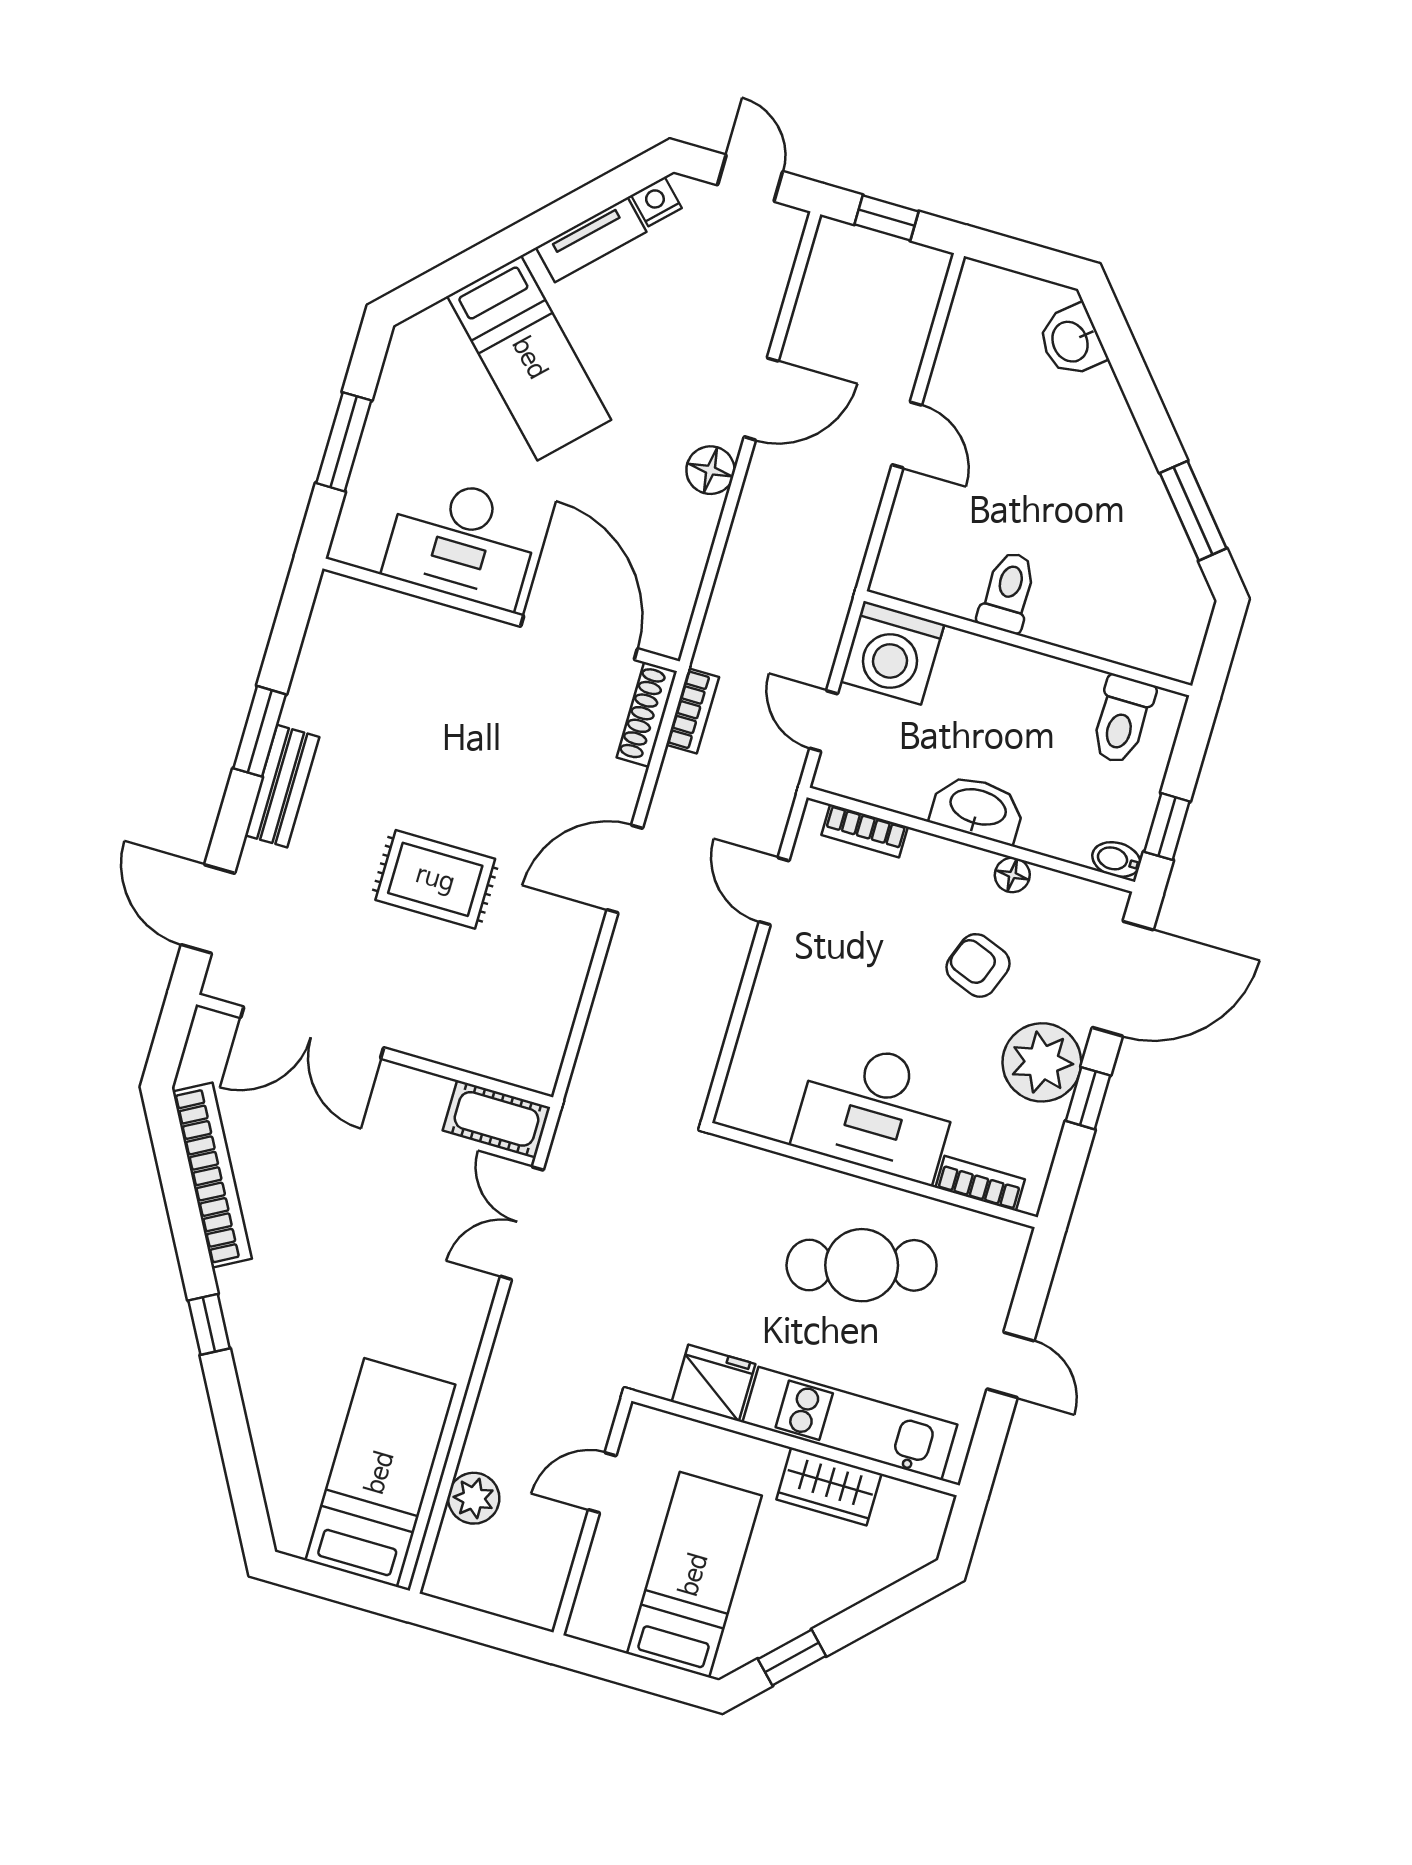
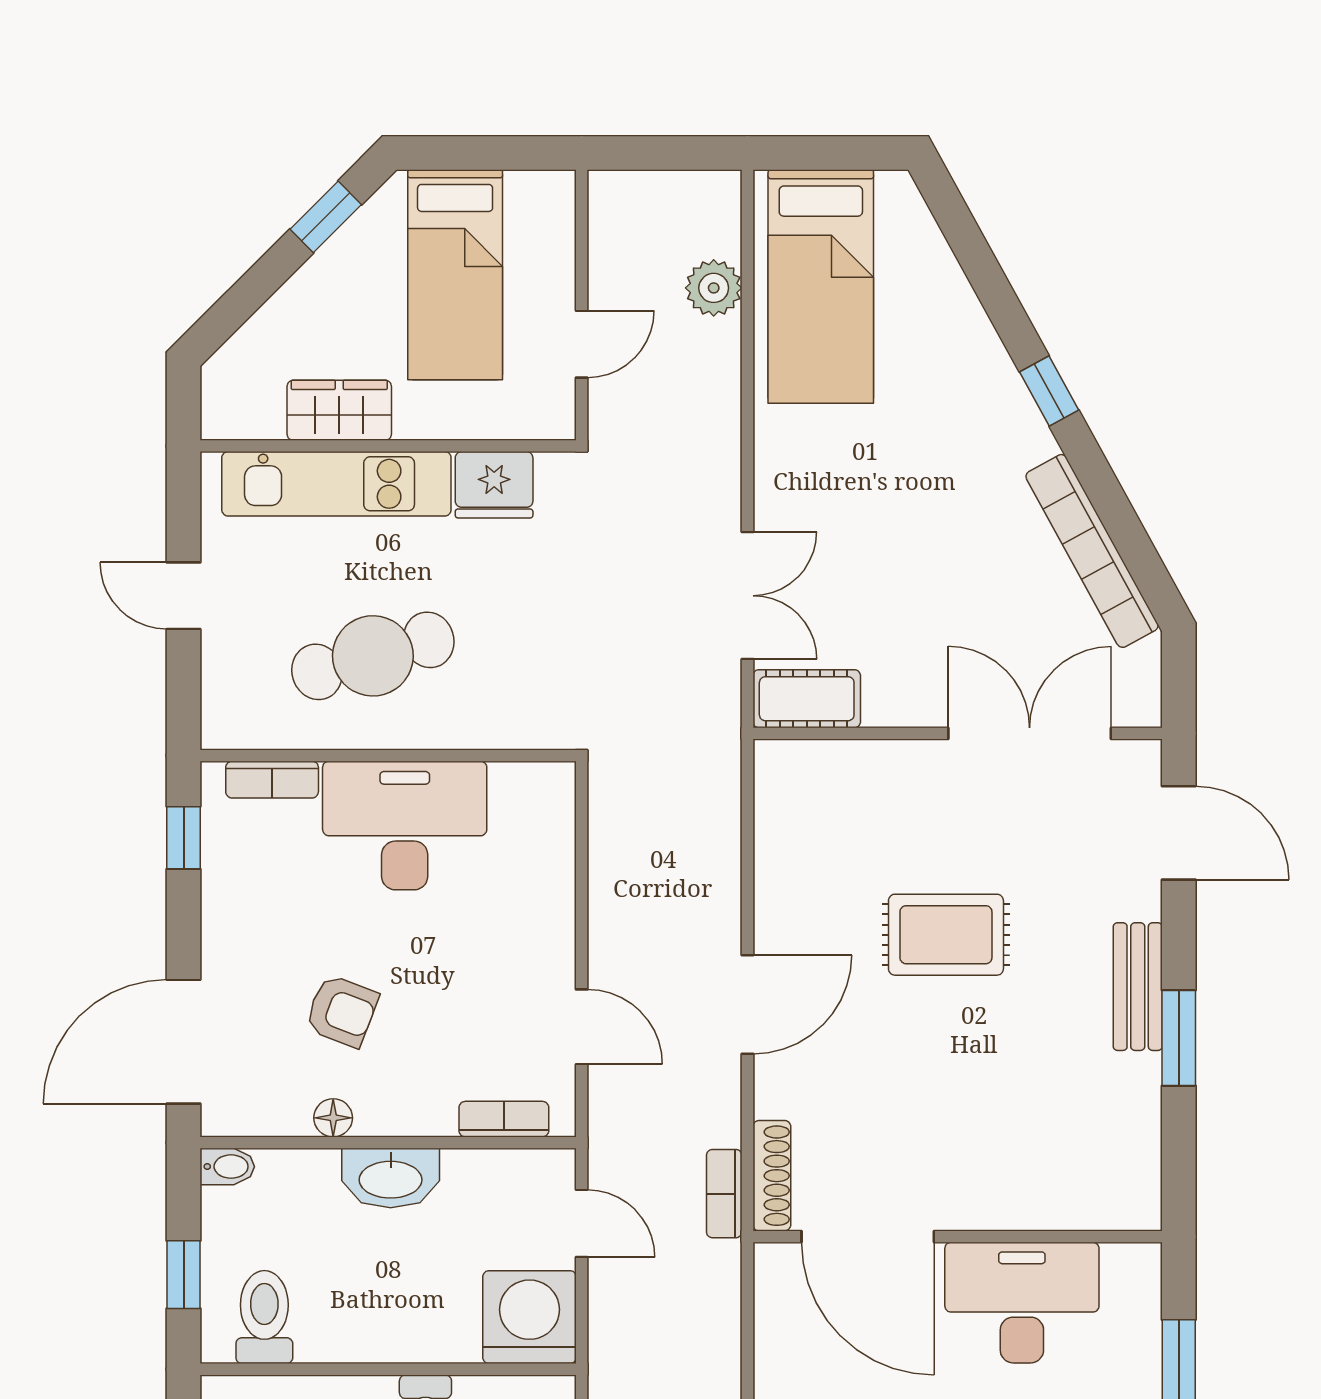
window: (1167, 827) -> (184, 1275), moved
plant: (1042, 1062) -> (244, 928), removed
window: (1088, 1098) -> (184, 838), moved

